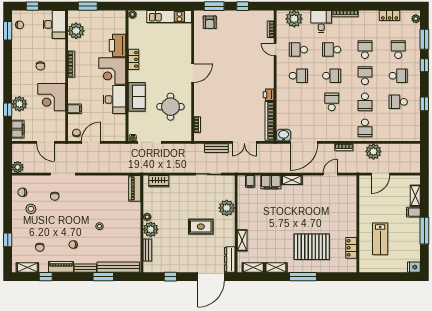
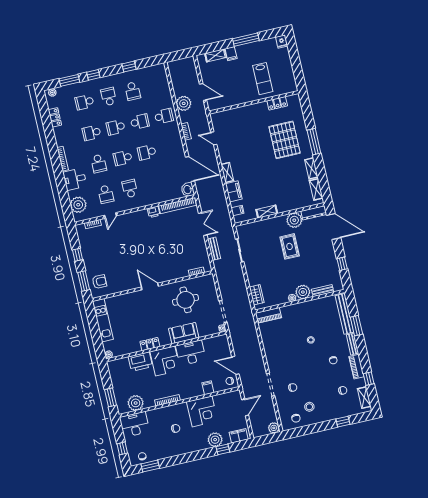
school desk: (332, 76) -> (123, 158), turned -90
plant: (227, 208) -> (294, 220), moved
lab bench: (380, 239) -> (263, 79), turned 90
shelving: (242, 240) -> (267, 212), moved

